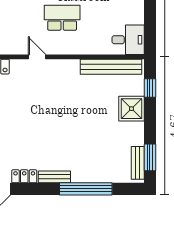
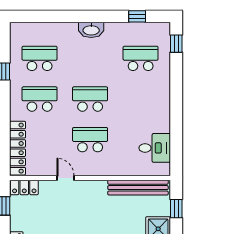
desk: (128, 40) -> (155, 148), moved

